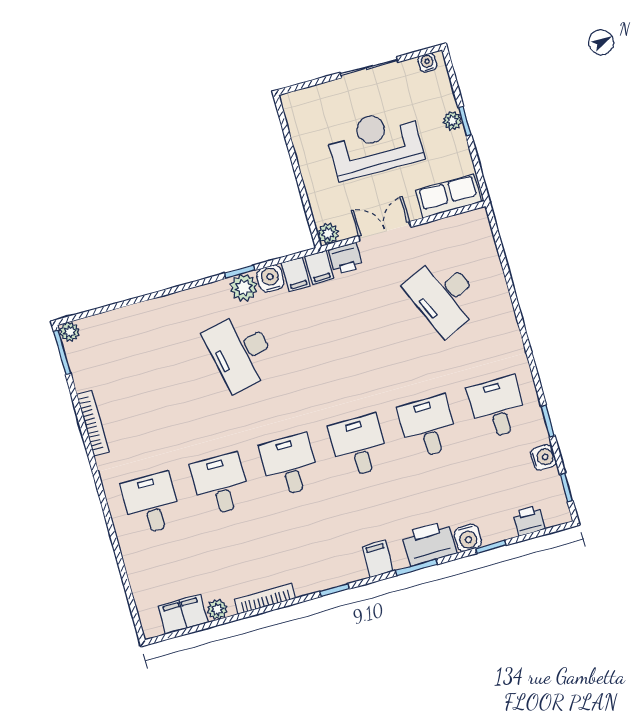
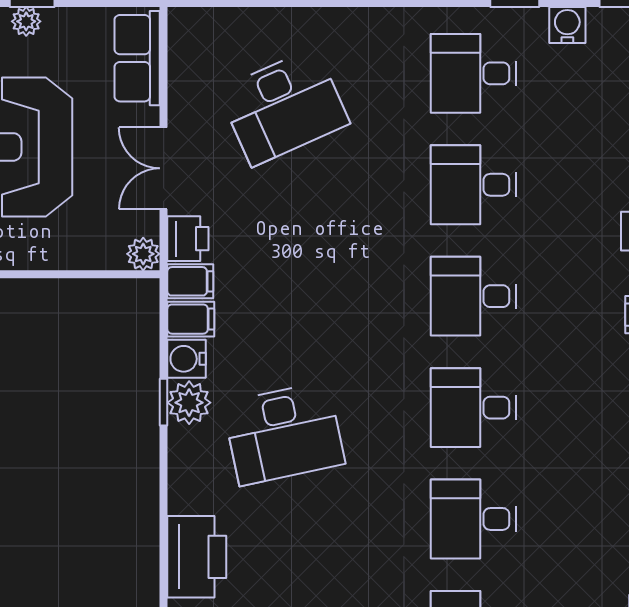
printer: (149, 319) -> (197, 557), added

